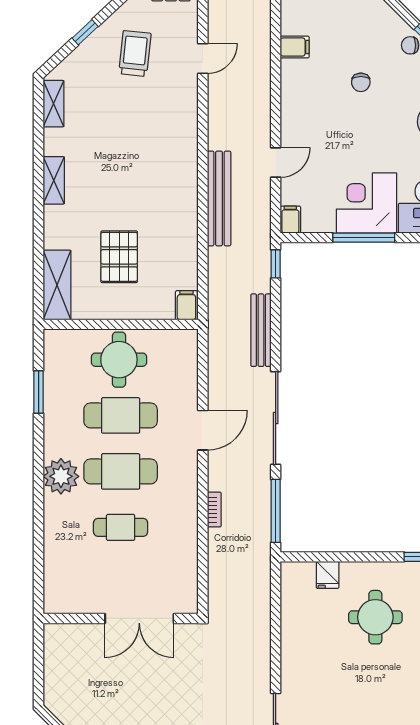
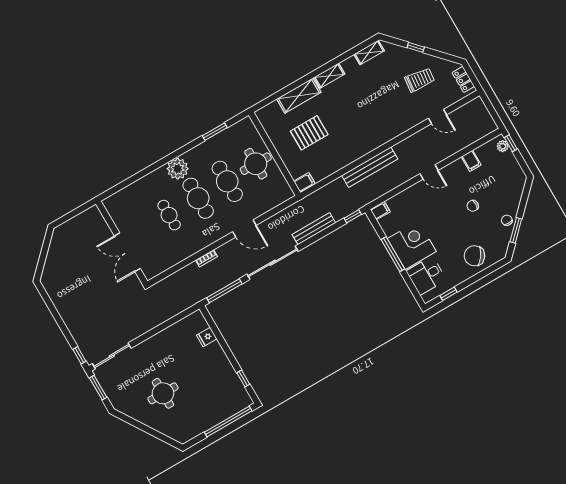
door: (276, 163) -> (429, 172), moved
shelving: (57, 285) -> (299, 96), moved
round table: (375, 617) -> (163, 393), moved

